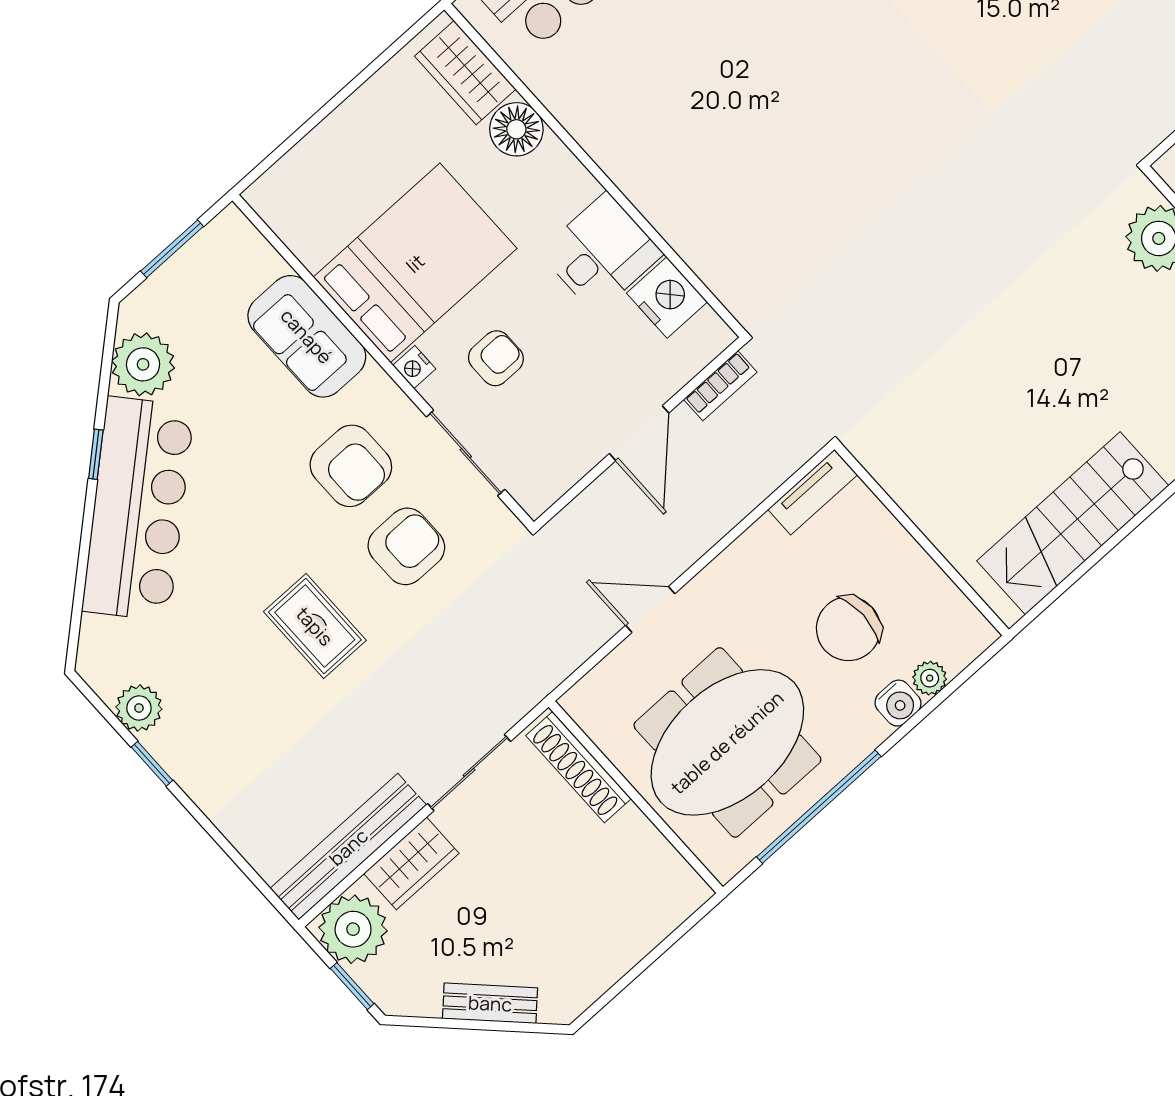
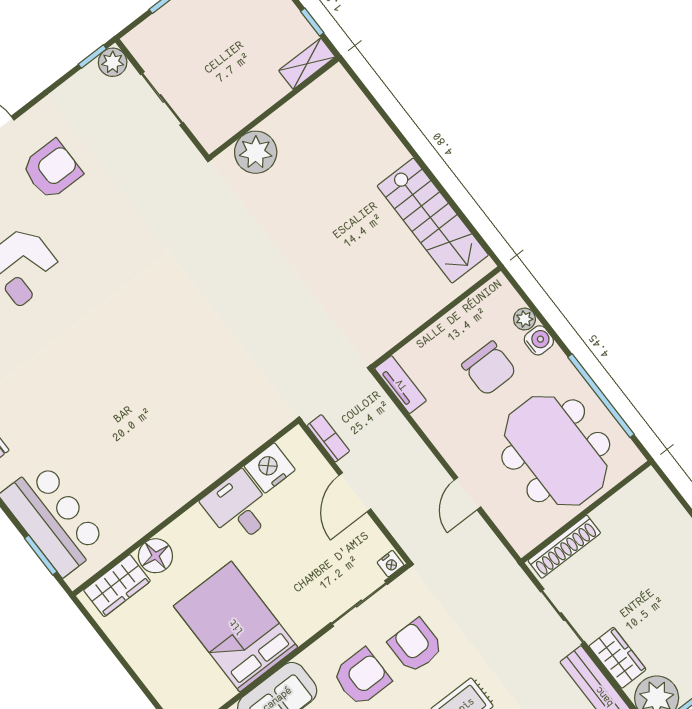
armchair: (496, 358) -> (300, 580), removed
nightstand: (414, 367) -> (390, 564), moved
door: (639, 433) -> (355, 492), swing flipped

